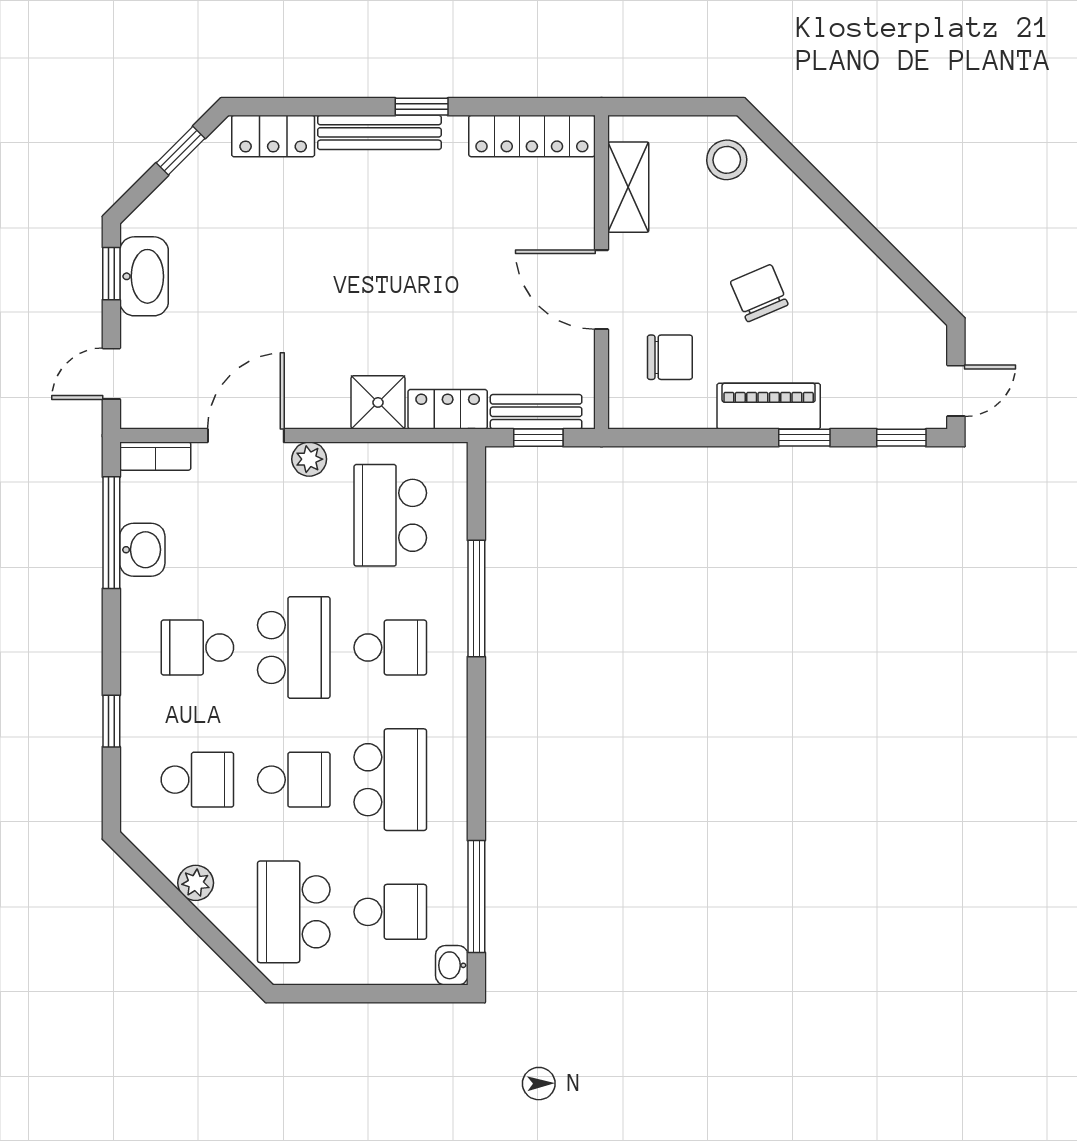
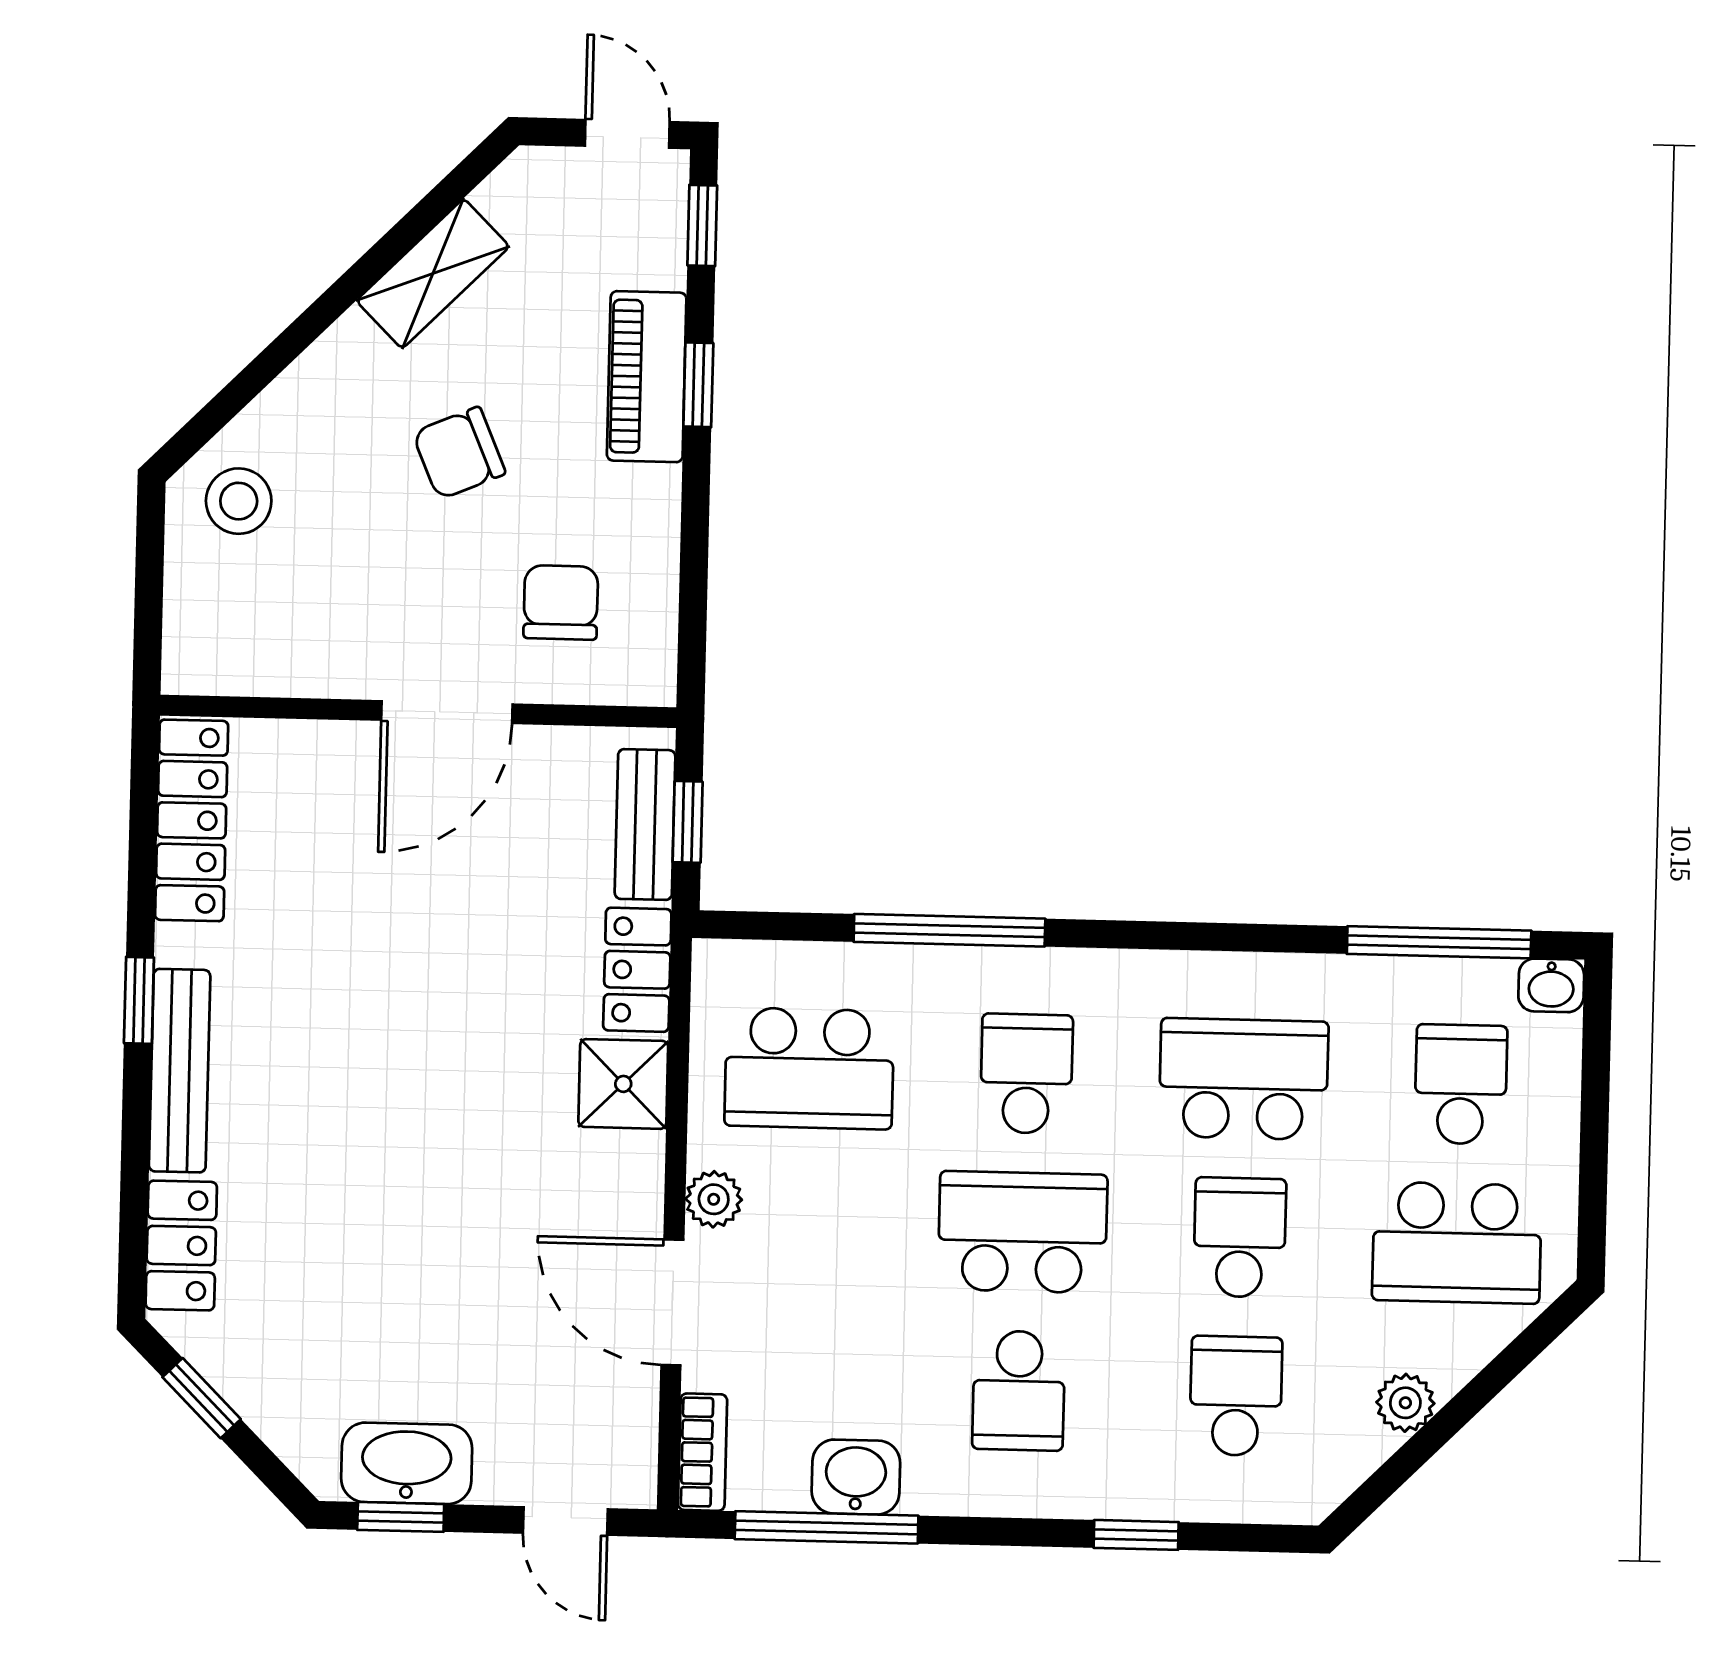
shelving: (628, 187) -> (433, 274), moved, turned -45
piano: (769, 406) -> (647, 377), moved

